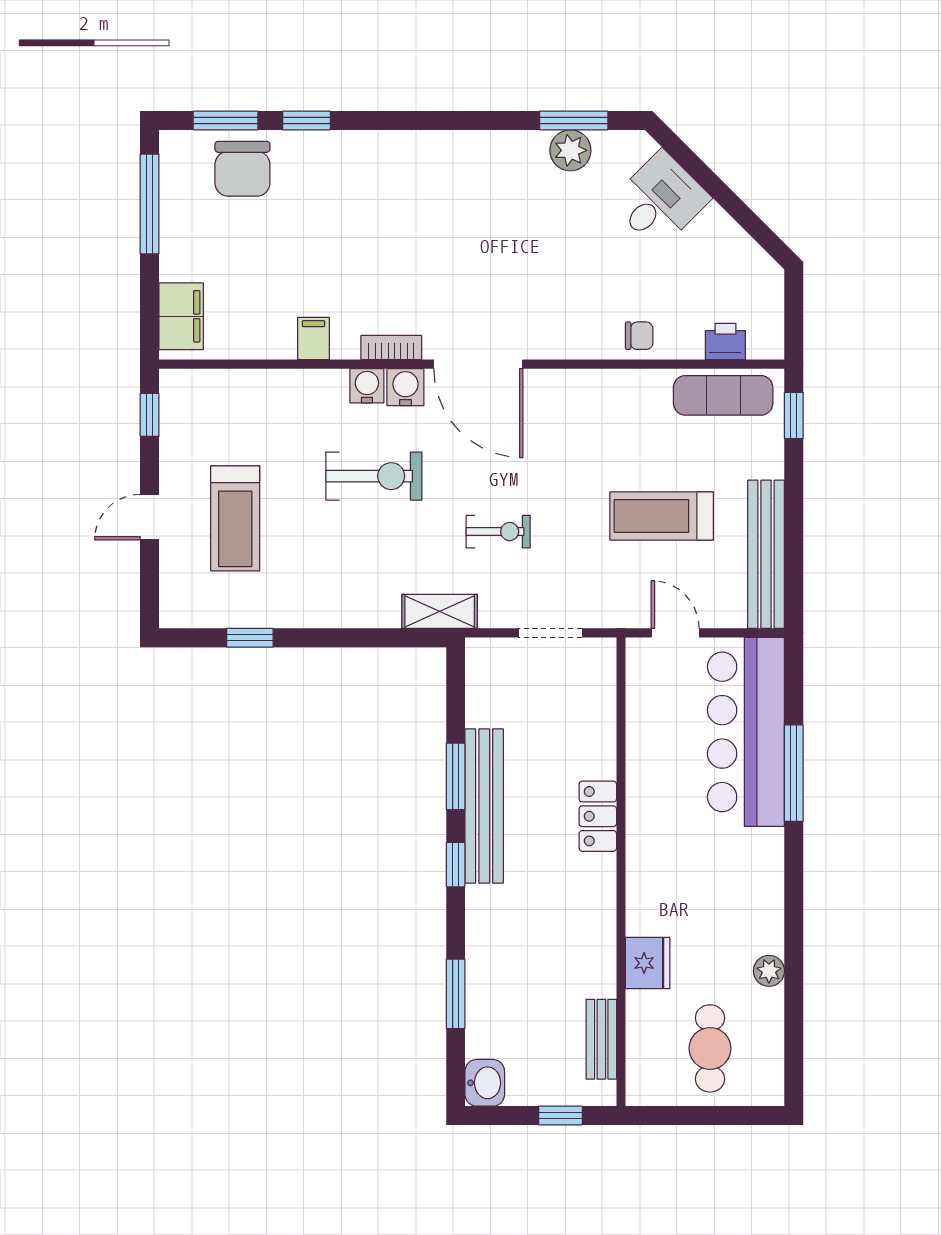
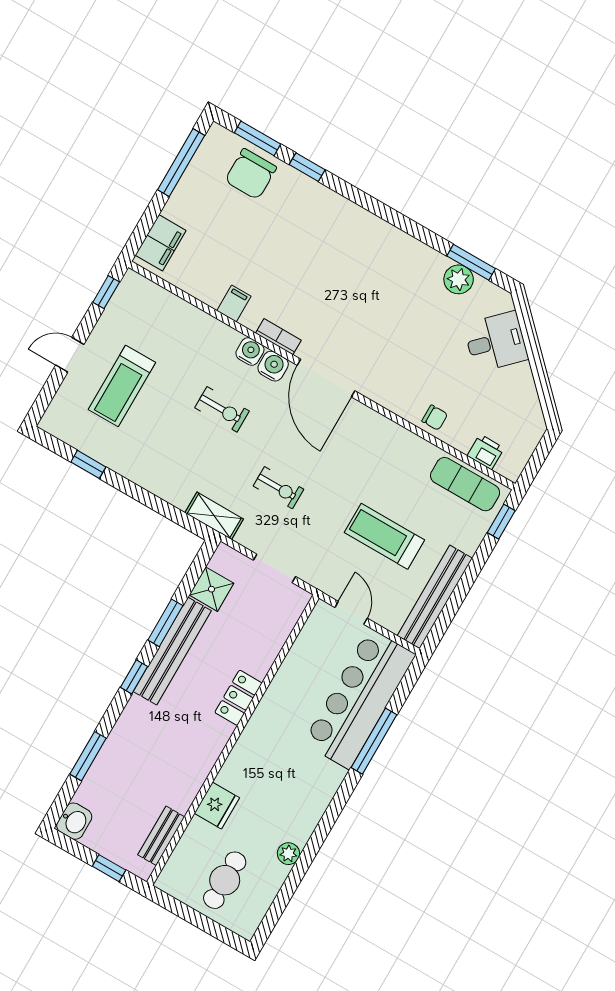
exercise bike: (374, 476) -> (222, 409), width x0.73, depth x0.72
shower: (488, 703) -> (211, 589), added

